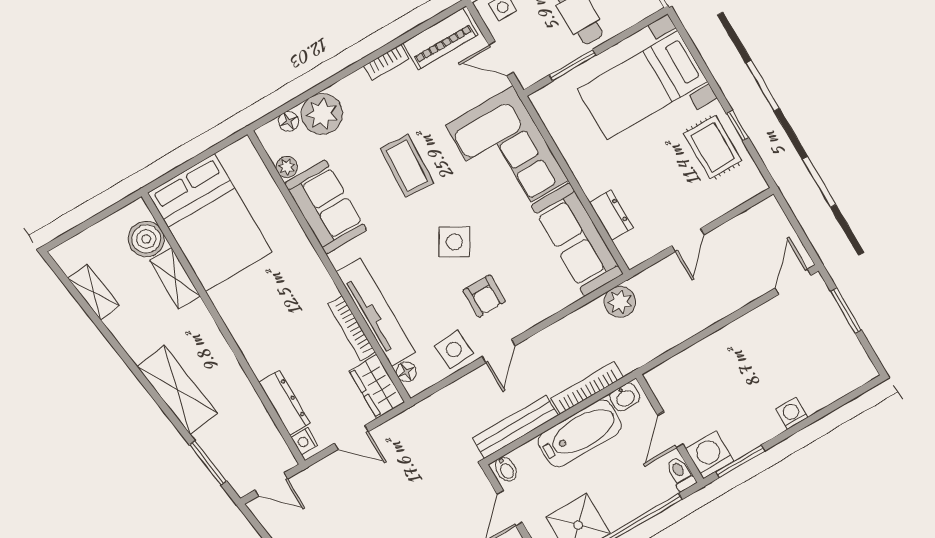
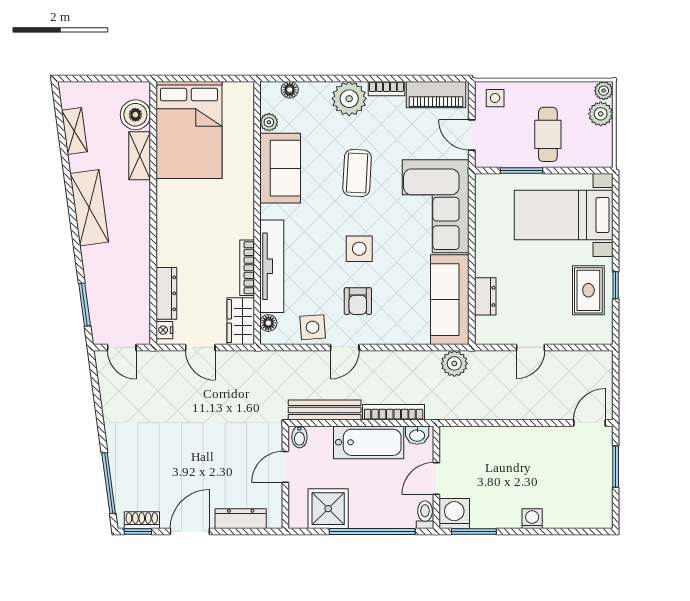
plant: (322, 114) -> (349, 99), moved
side table: (454, 242) -> (359, 249), turned -30
shelving: (177, 390) -> (89, 208), moved

